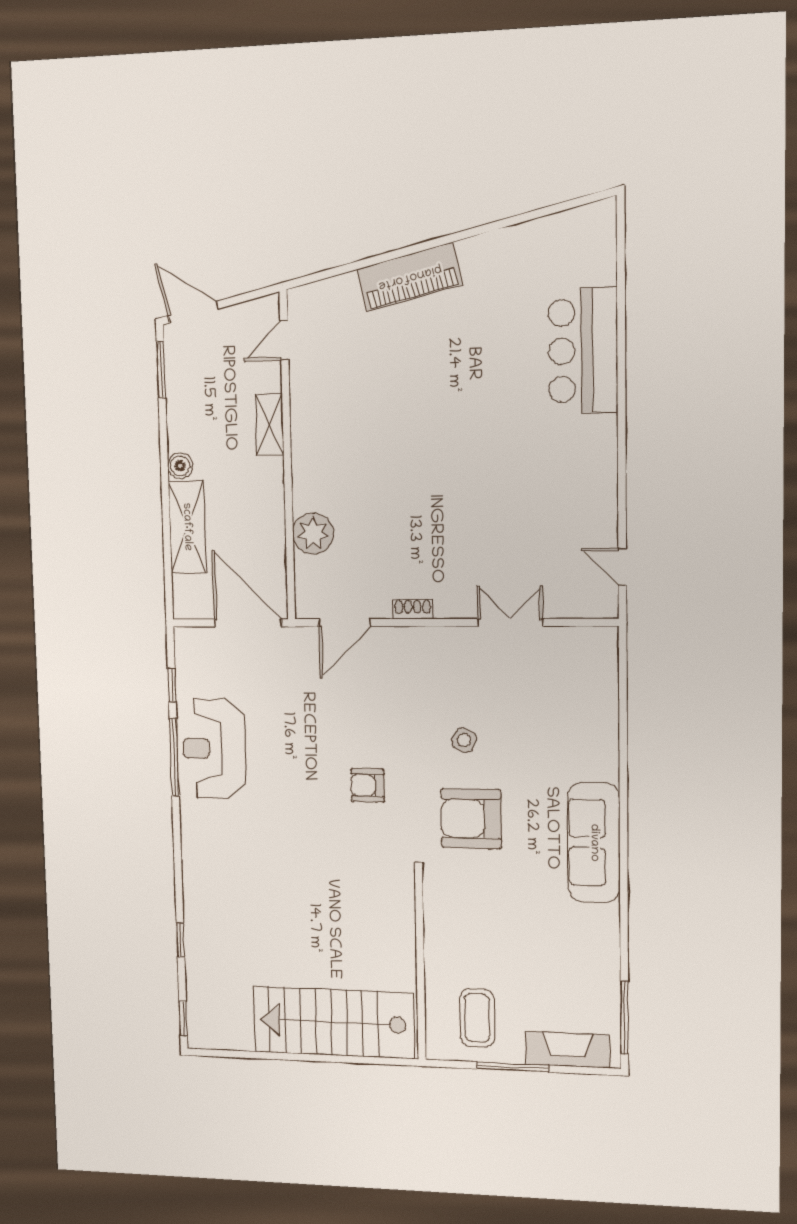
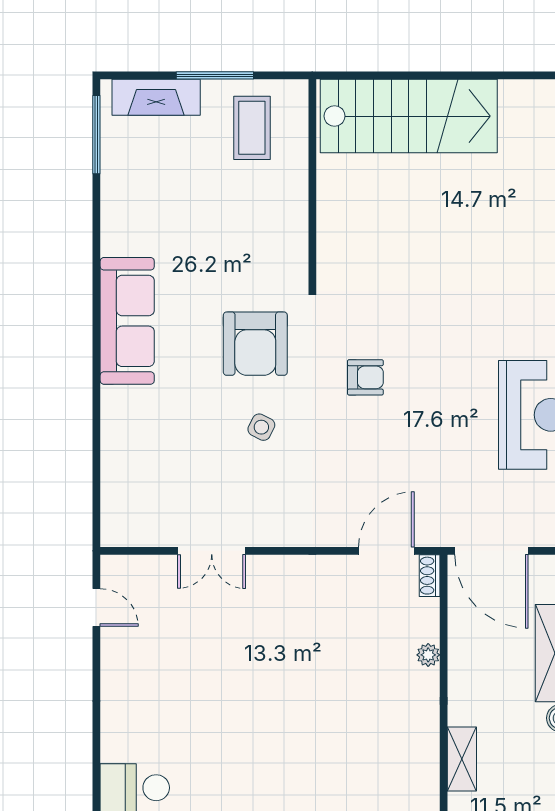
plant: (313, 534) -> (428, 655), width x0.53, depth x0.53
shoe rack: (413, 609) -> (430, 576), moved, turned 90
armchair: (471, 819) -> (255, 344), turned 90

